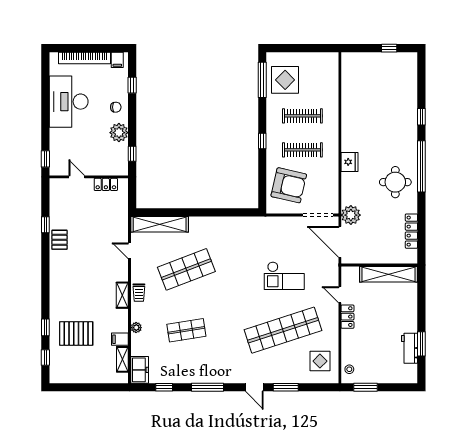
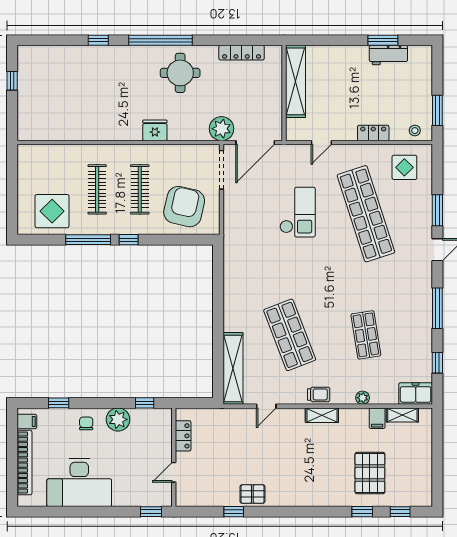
window: (262, 80) -> (88, 240), moved
locker: (347, 317) -> (373, 133), moved

